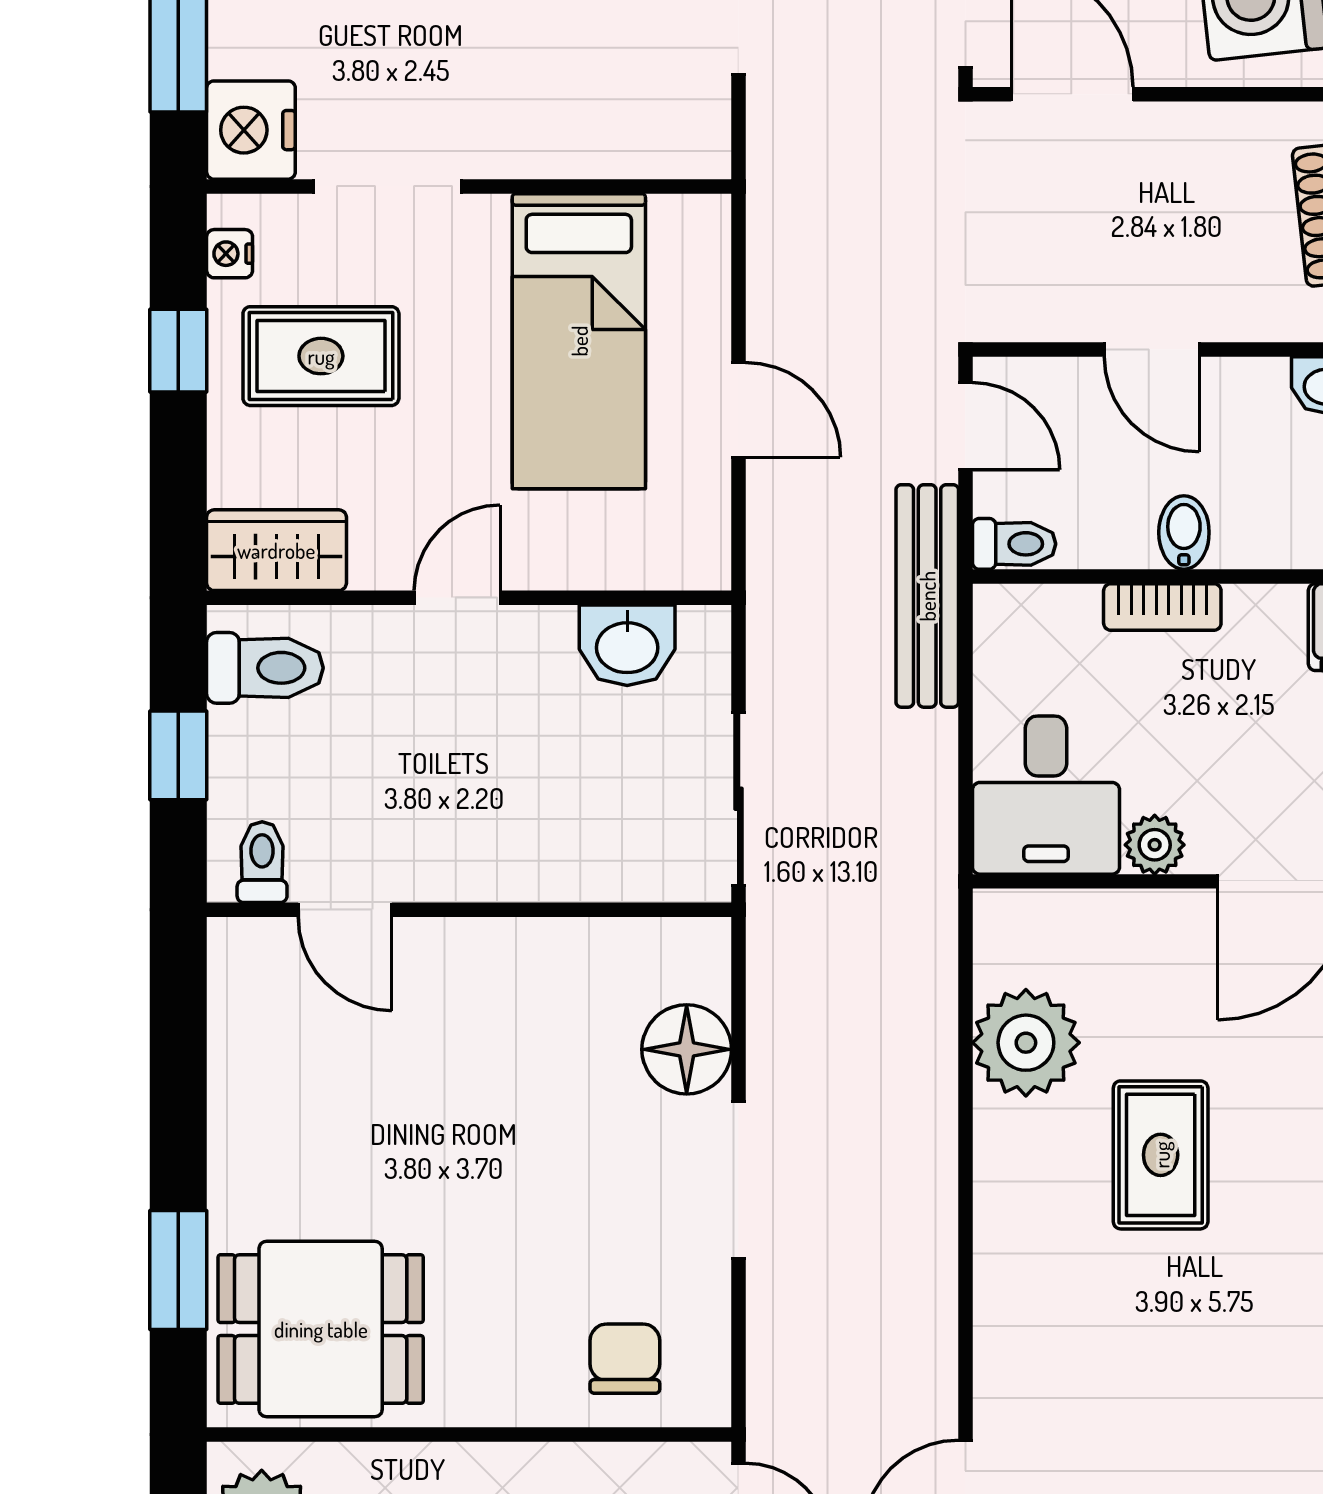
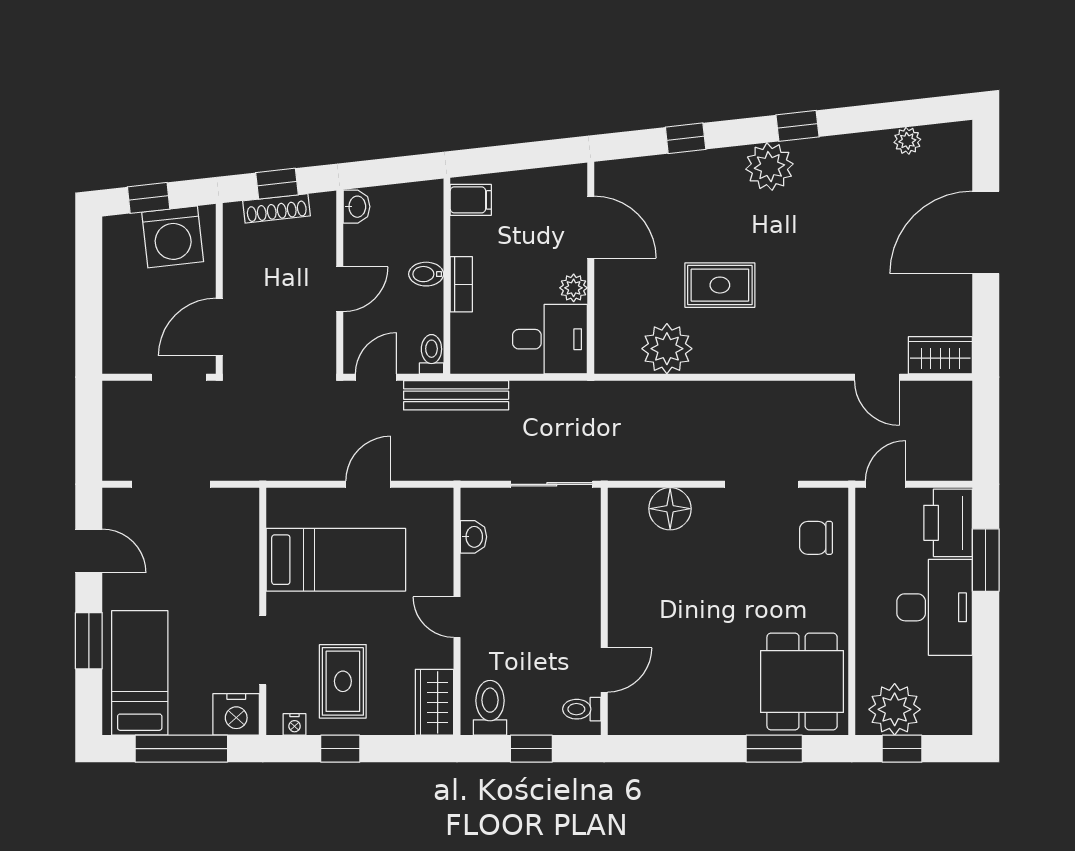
washbasin: (627, 645) -> (473, 537), width x0.72, depth x0.69
doorway: (739, 1180) -> (762, 484), moved

